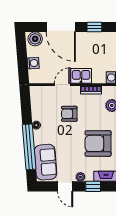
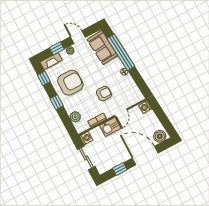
washing machine: (33, 63) -> (145, 107), moved

